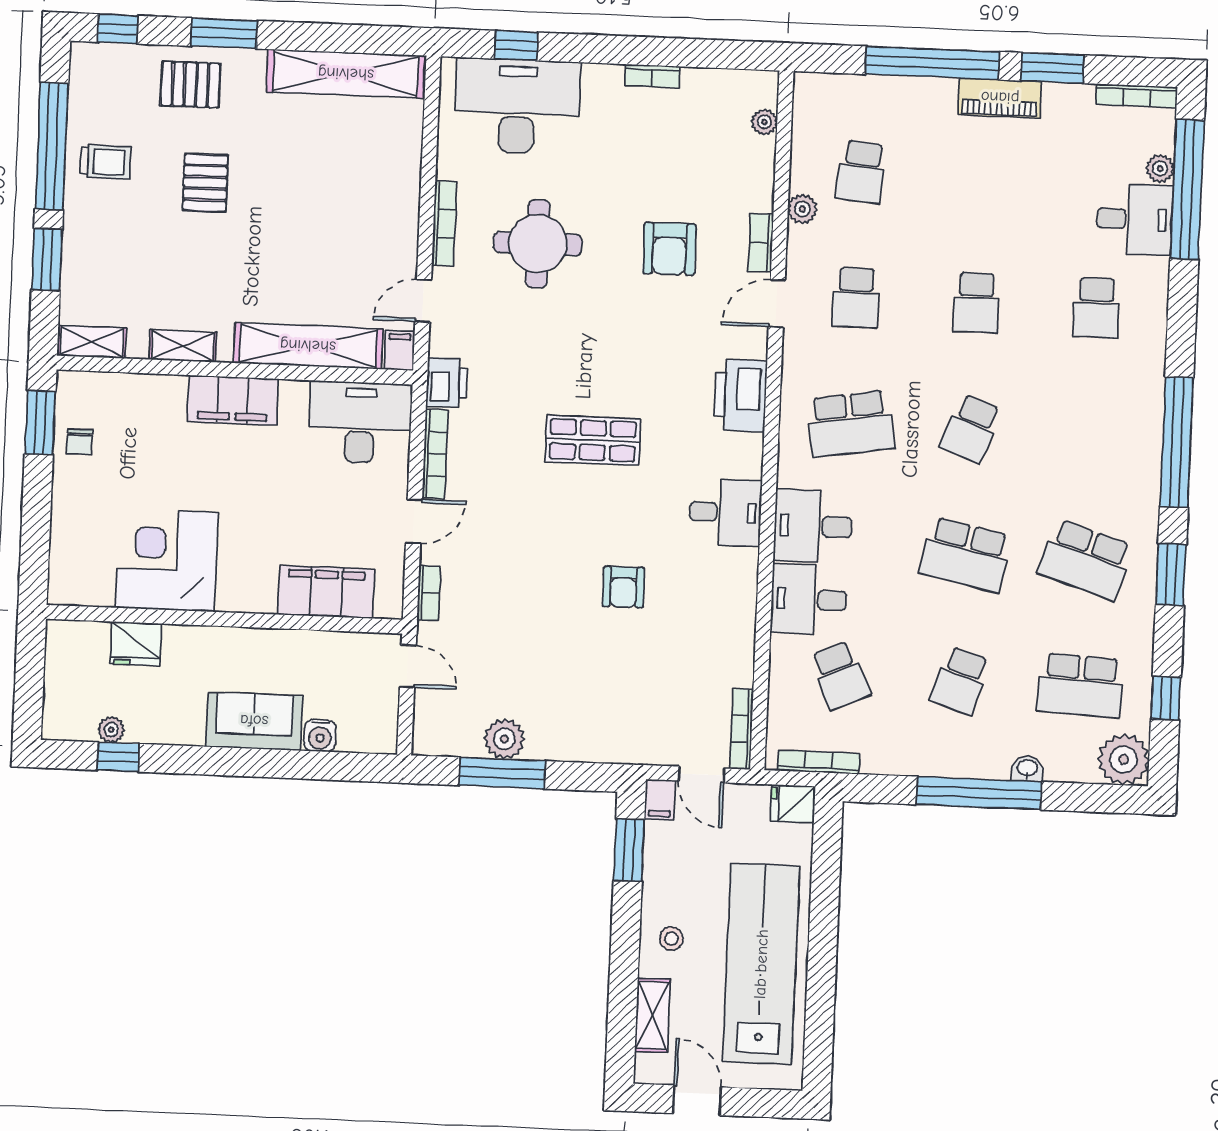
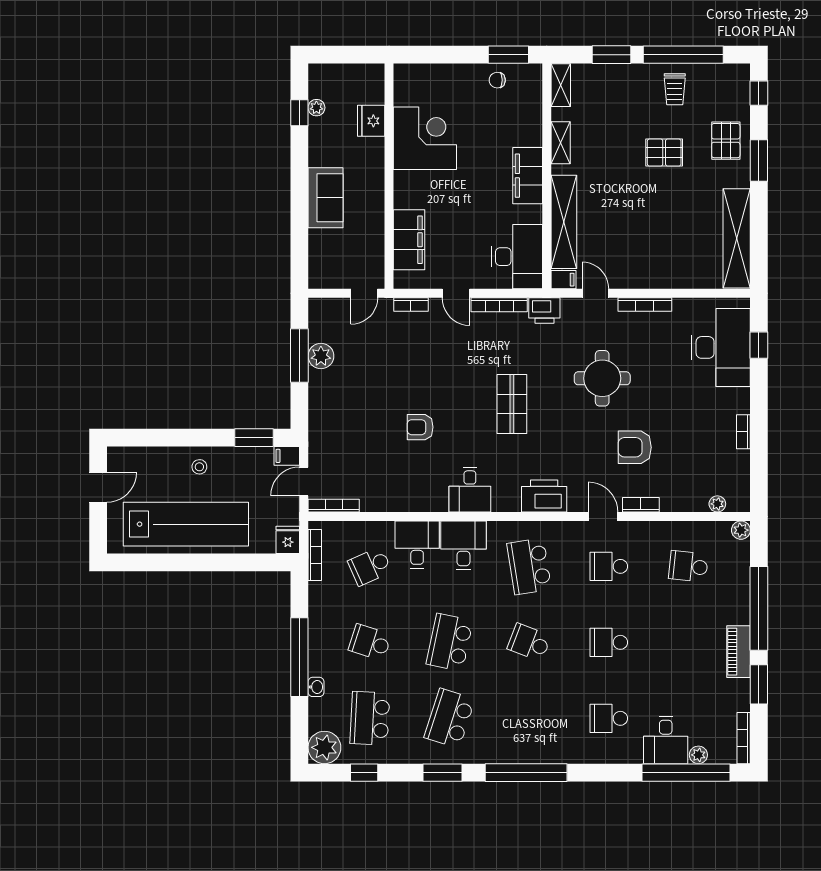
plant: (802, 209) -> (741, 530), moved
round table: (538, 244) -> (602, 378), moved
water cooler: (320, 736) -> (318, 240), removed
shelving: (652, 1015) -> (150, 457), removed

